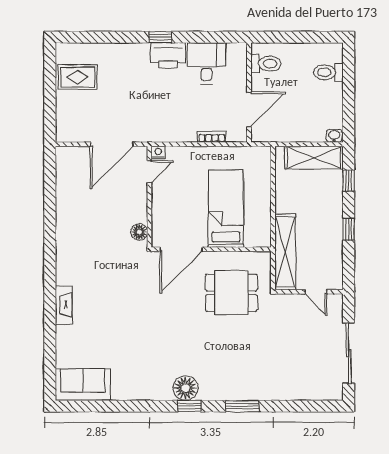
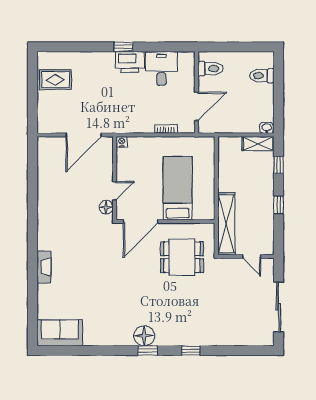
shelving: (314, 158) -> (258, 144), width x0.67, depth x0.75
door: (149, 172) -> (115, 191), moved
window: (242, 406) -> (191, 351), width x0.67

